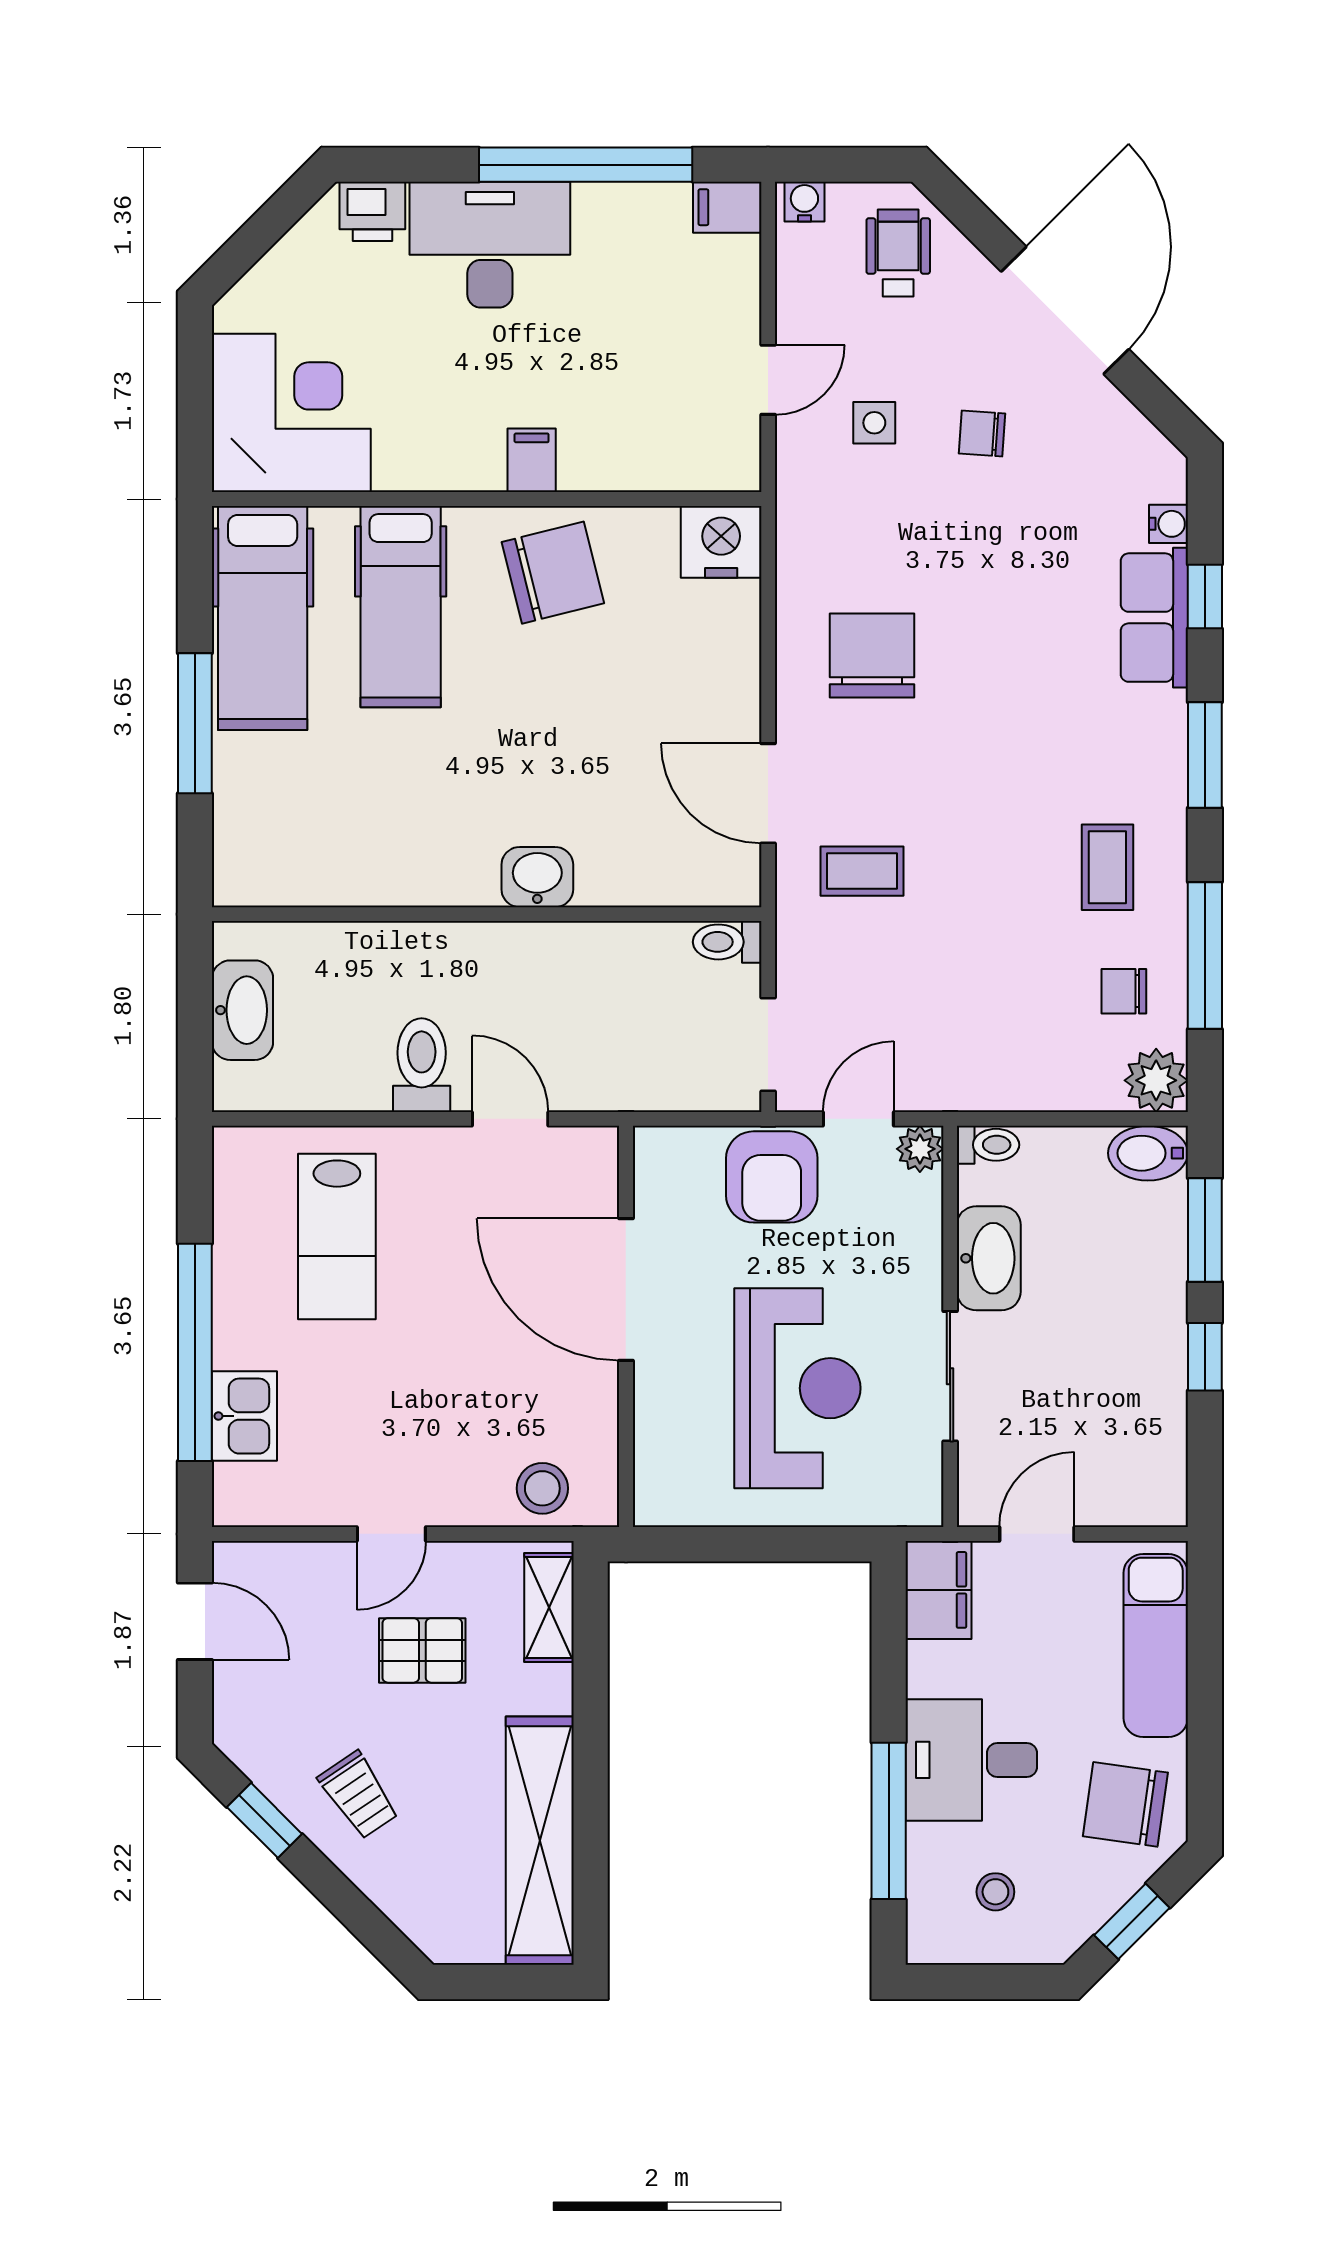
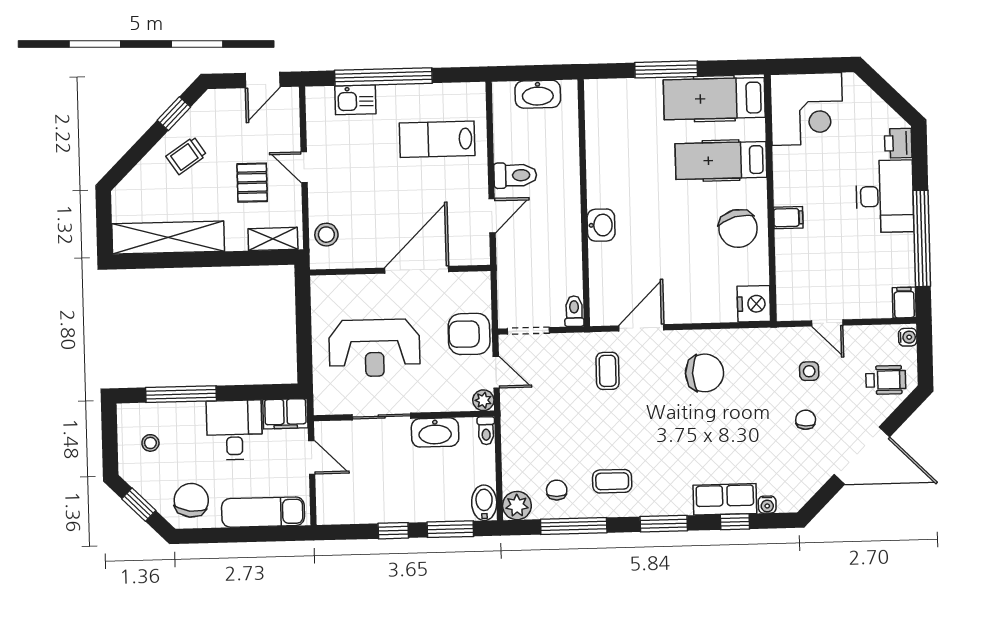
desk: (971, 1760) -> (234, 430), moved

